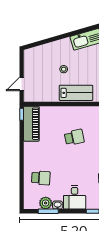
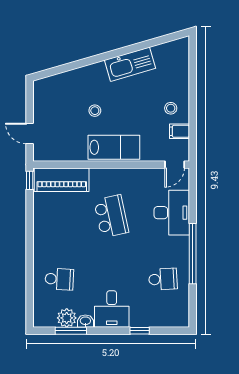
door: (22, 84) -> (30, 133), hinge flipped
piano: (31, 124) -> (62, 180), moved, turned 90
school desk: (74, 137) -> (111, 216), width x1.85

